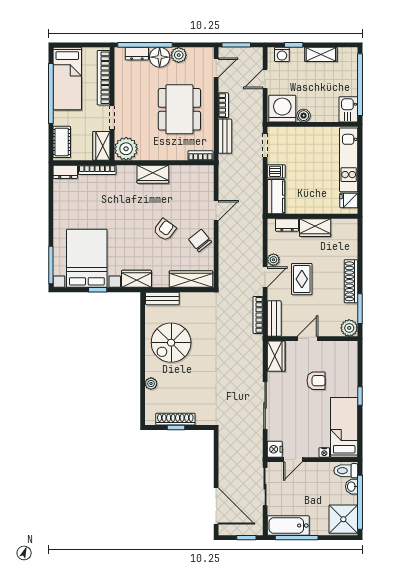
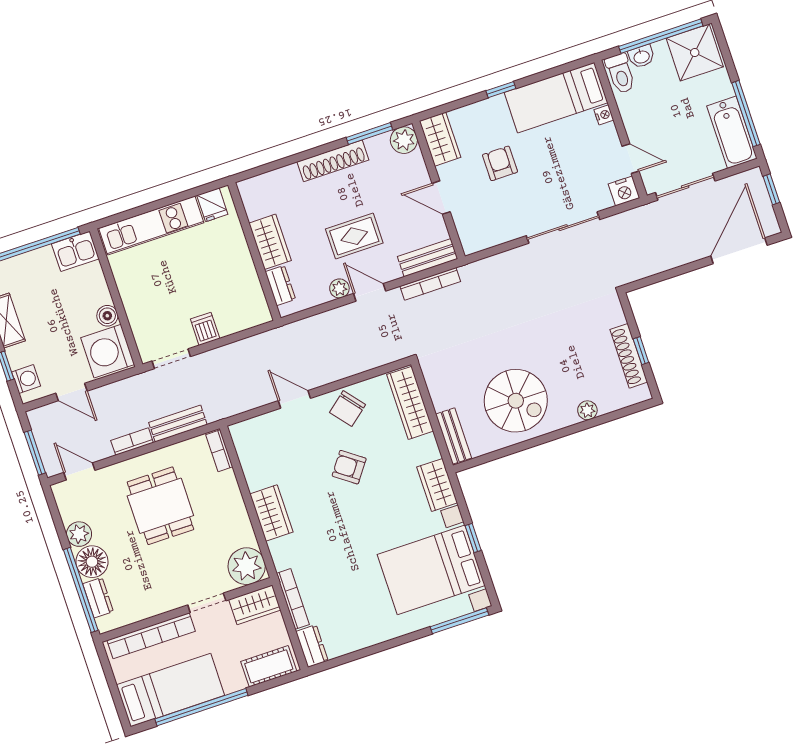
dining table: (179, 109) -> (160, 506), width x0.73
kitchen counter: (276, 197) -> (243, 316), removed
wardrobe: (276, 356) -> (440, 139), moved, turned 90

